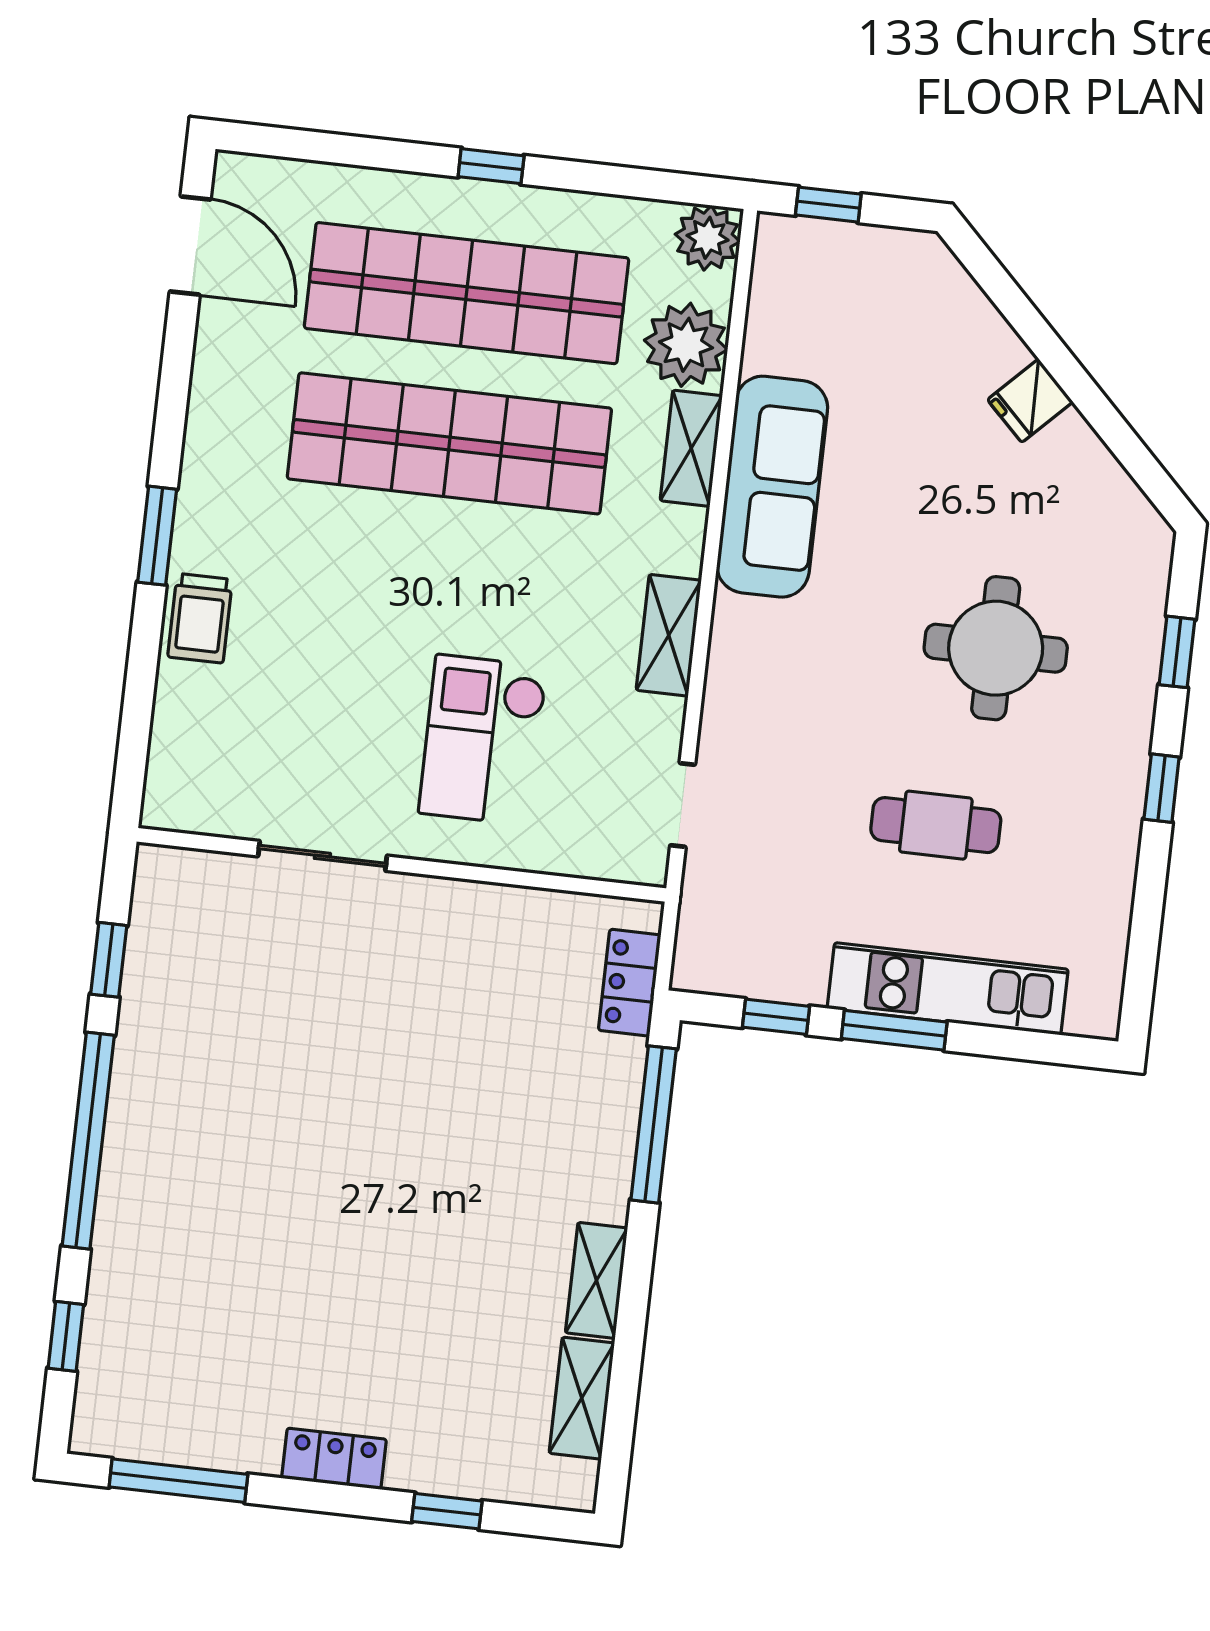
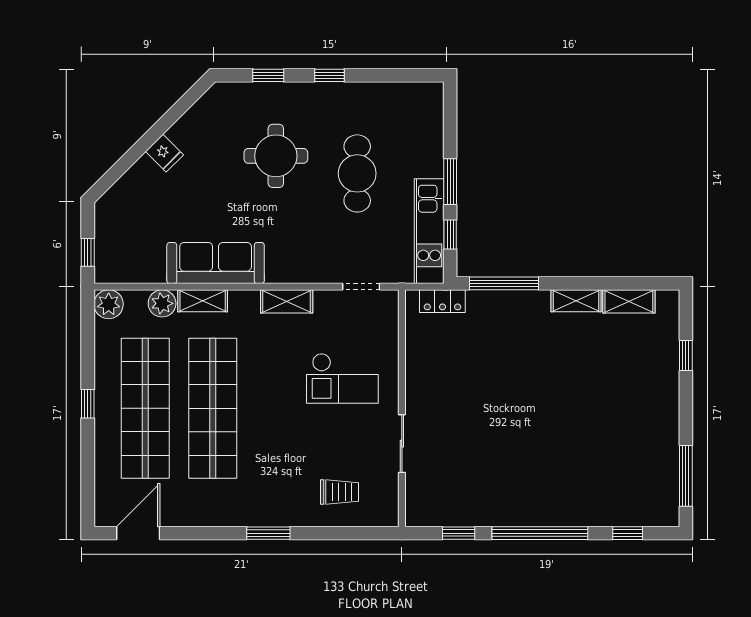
plant: (686, 345) -> (162, 303), width x0.73, depth x0.73
trolley: (200, 618) -> (340, 492), moved
cafe table: (936, 825) -> (357, 173), width x1.37, depth x1.35
kitchen unit: (948, 989) -> (429, 231), moved
locker: (334, 1459) -> (668, 408), removed

